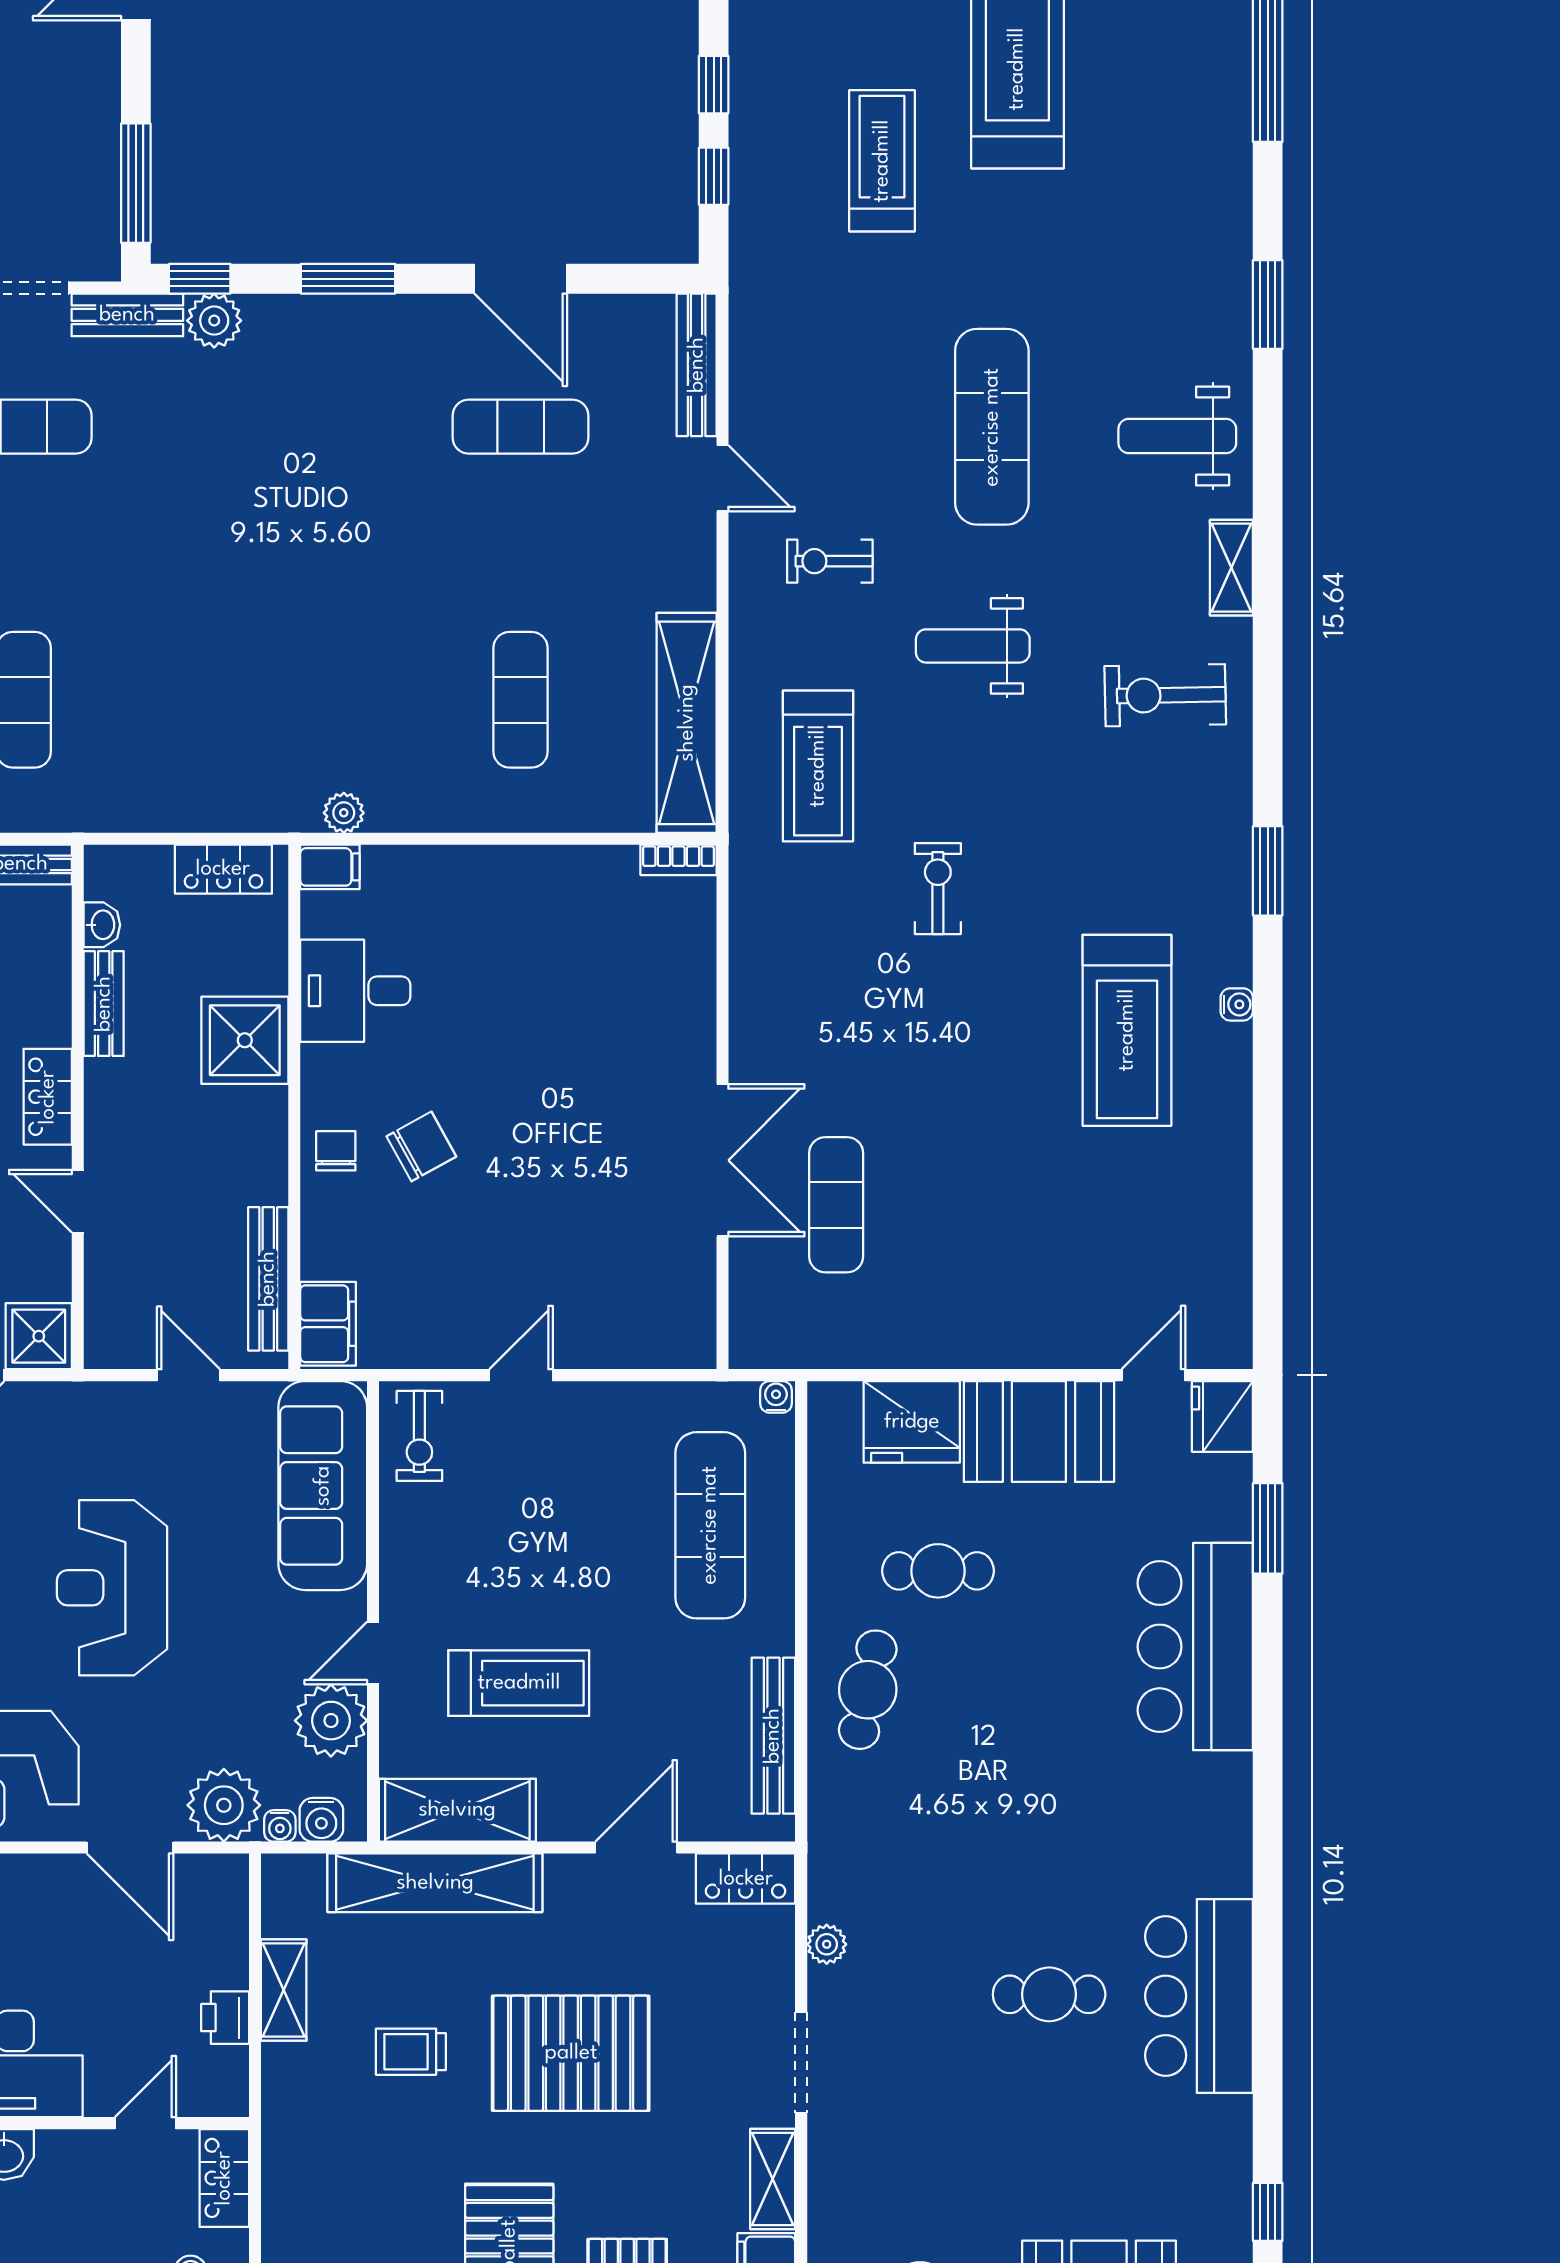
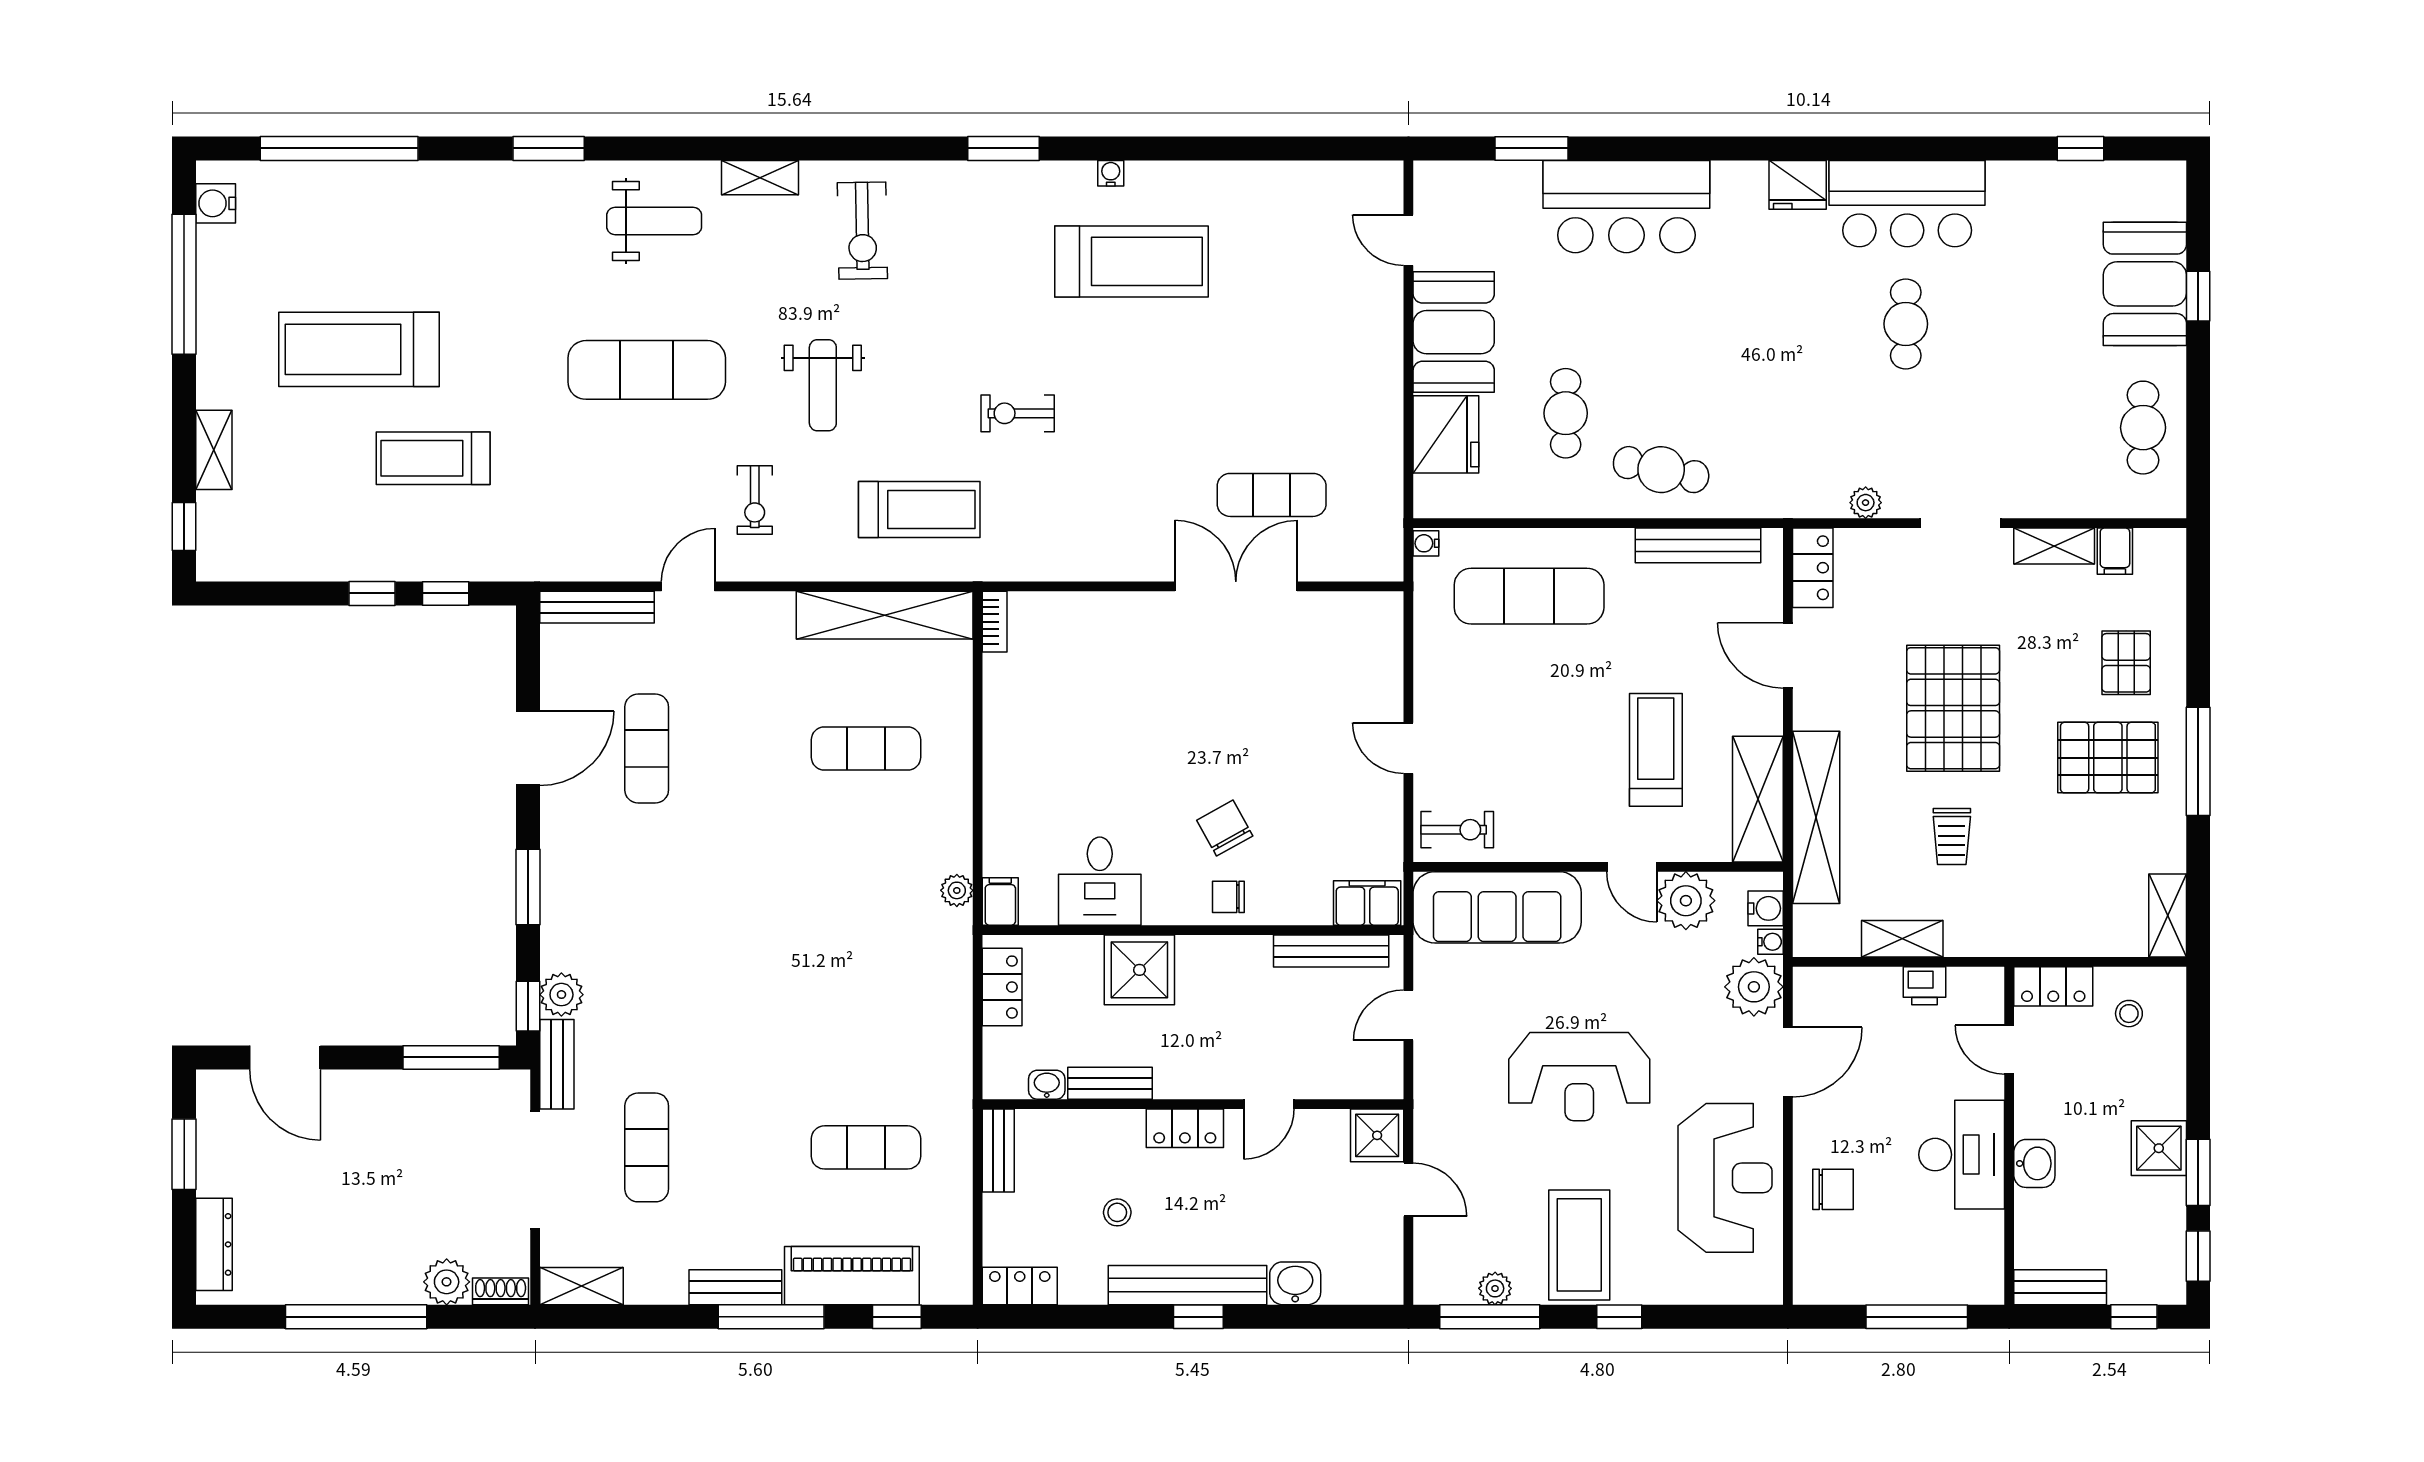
weight bench: (1177, 436) -> (654, 221), turned -90
fridge: (1222, 1416) -> (1798, 185), moved

